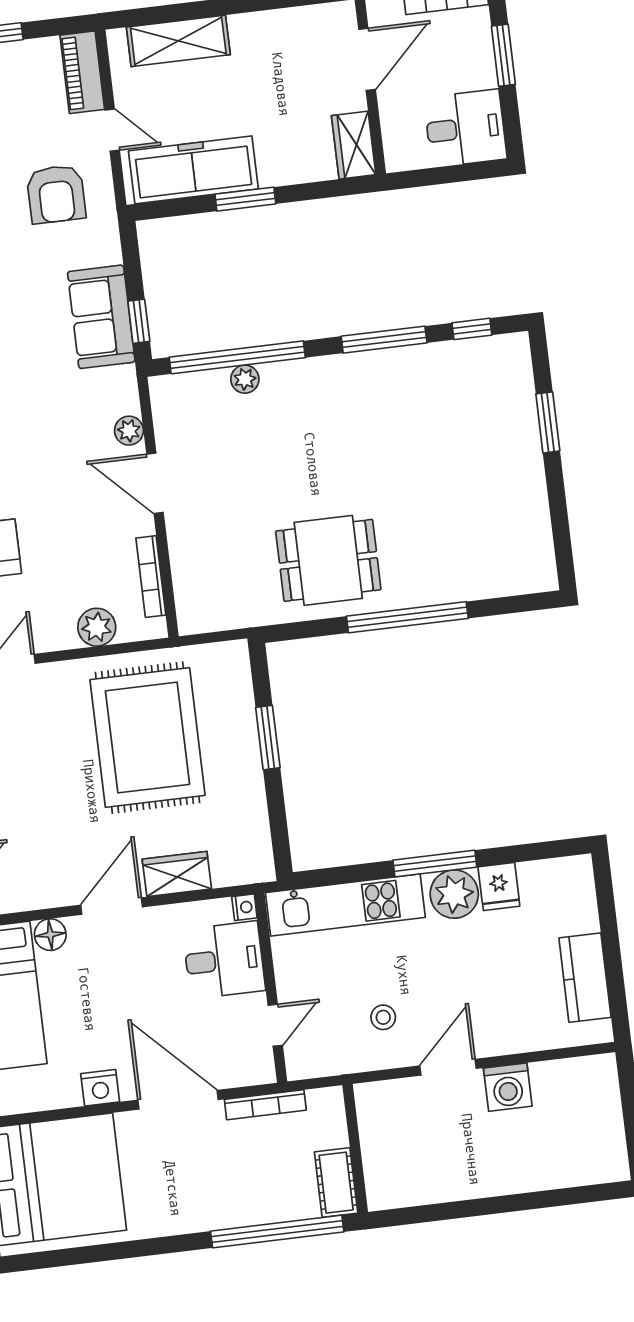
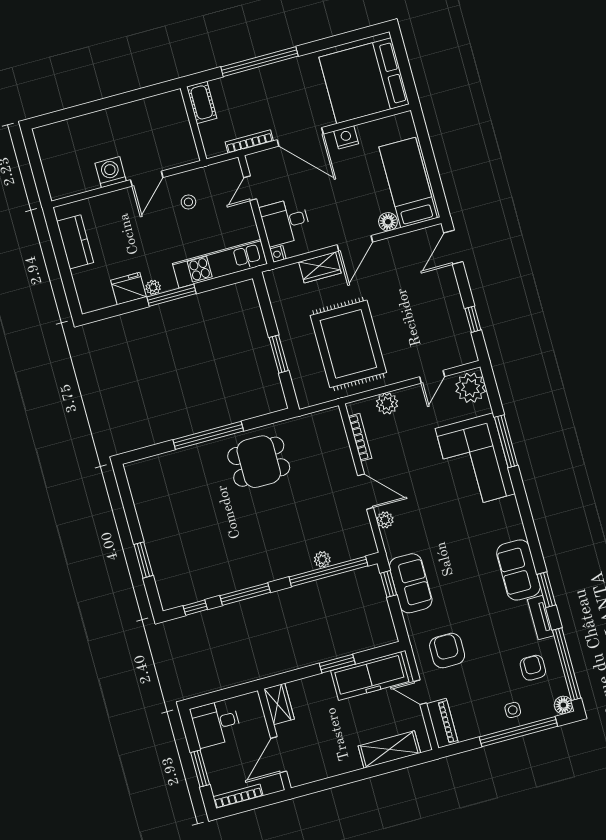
fridge: (499, 887) -> (129, 288), width x1.38
plant: (454, 894) -> (153, 287), width x0.53, depth x0.53
window: (277, 1231) -> (260, 62), moved

